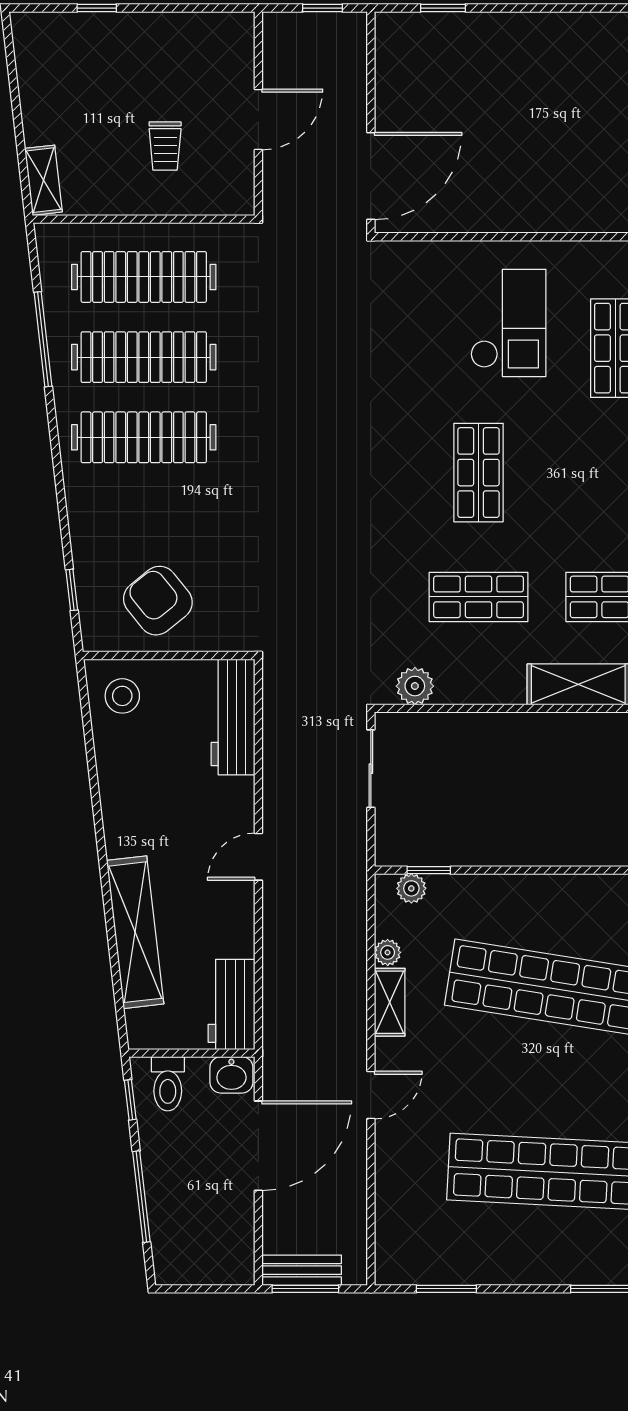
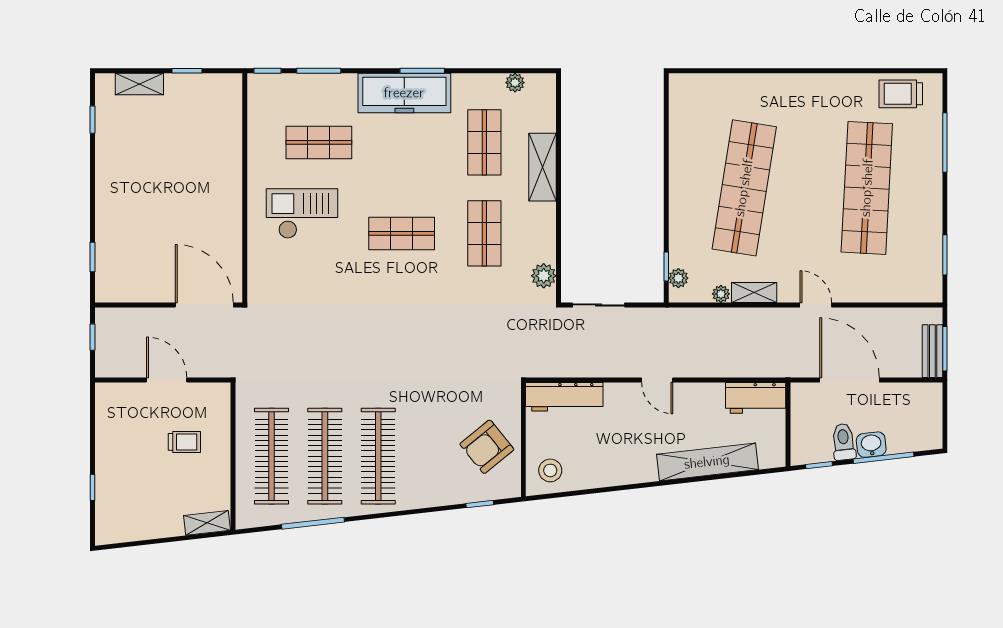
washbasin: (231, 1075) -> (871, 445), moved, turned -97
toilet: (168, 1084) -> (844, 442), moved, turned -97

